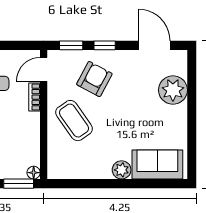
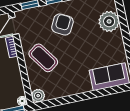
armchair: (94, 79) -> (62, 24), moved
plant: (122, 170) -> (38, 96), moved

